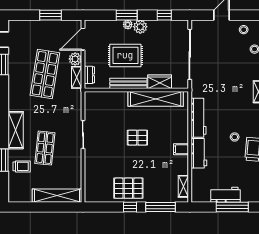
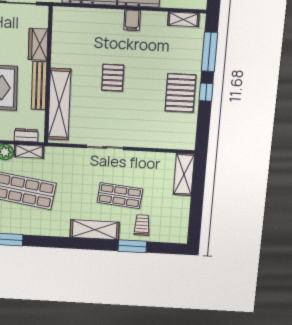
shelving: (156, 99) -> (59, 104), moved
shelving: (57, 196) -> (184, 174), width x0.68

